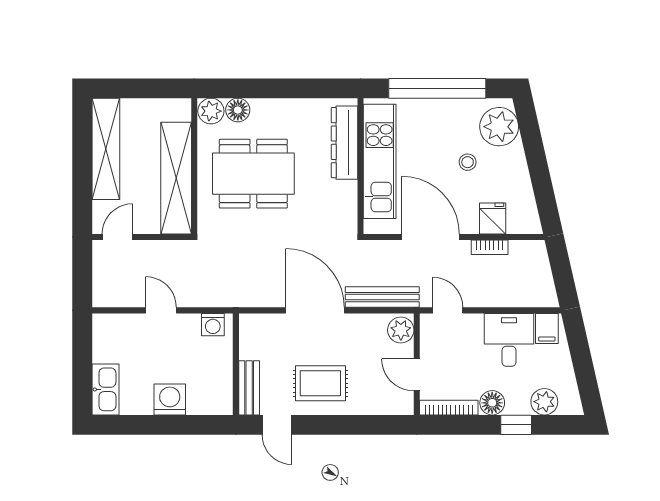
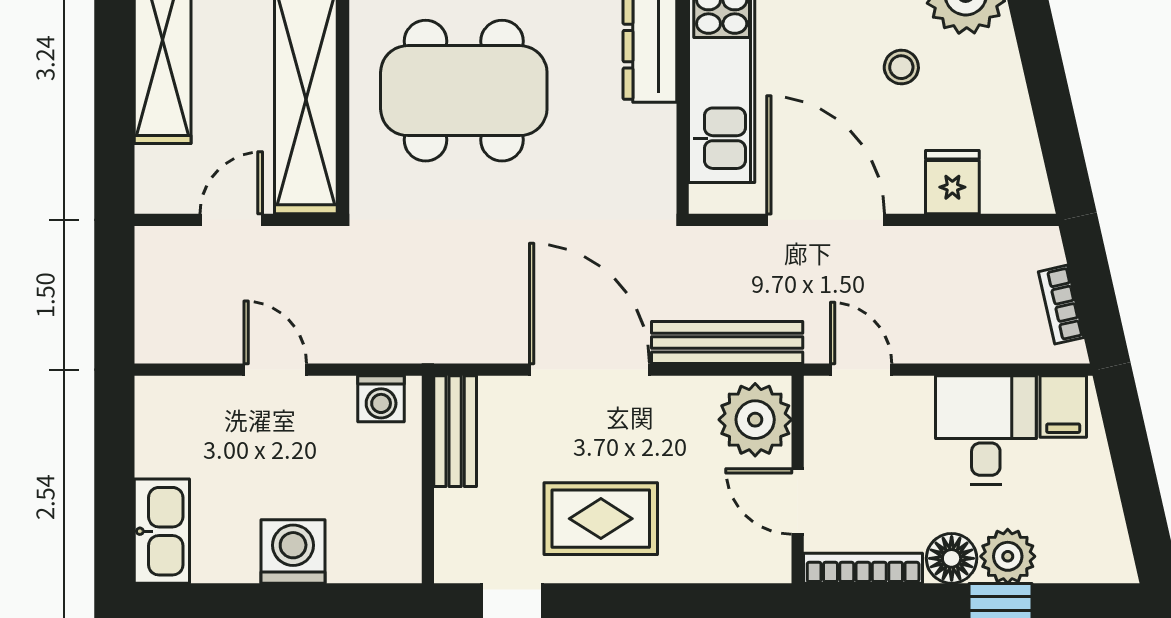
door: (117, 237) -> (231, 220), moved
bookcase: (490, 247) -> (1061, 305), moved, turned 77
plant: (401, 330) -> (755, 420), width x1.36, depth x1.36
bench: (249, 388) -> (455, 431), moved
plant: (544, 402) -> (1008, 556), moved

